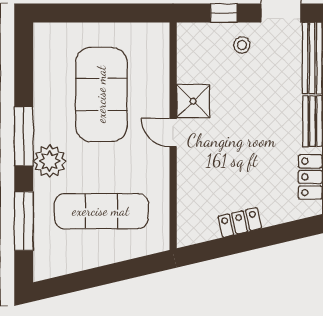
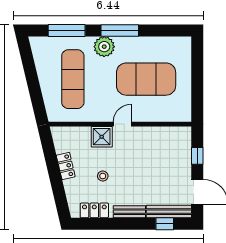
stool: (242, 45) -> (103, 176), moved
shower: (193, 101) -> (102, 137), moved

